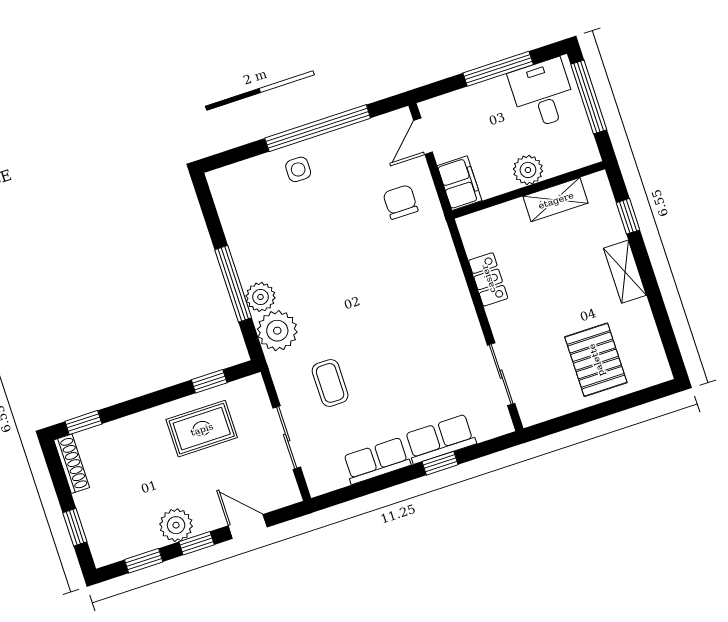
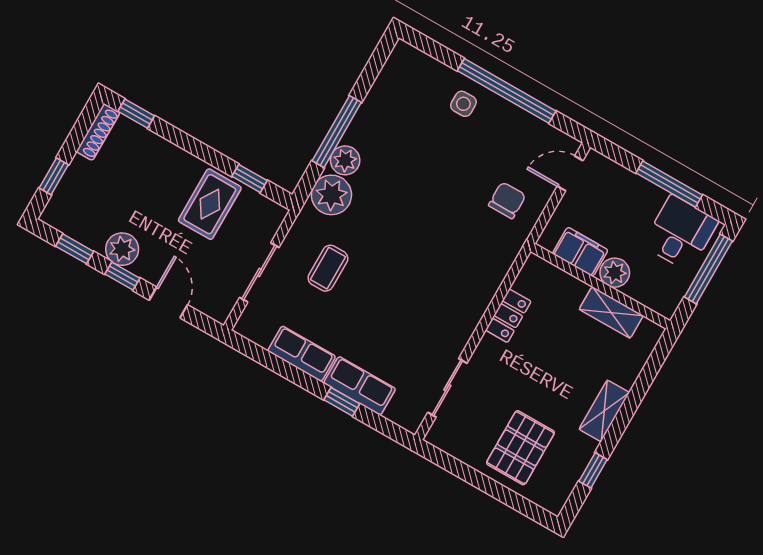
filing cabinet: (459, 183) -> (580, 252), moved, turned -90
window: (628, 216) -> (593, 470), moved
rug: (202, 429) -> (210, 204), turned 90

